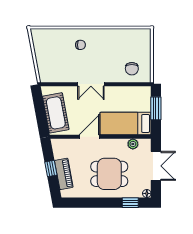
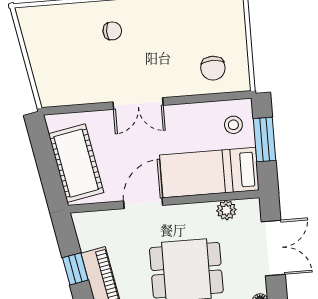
stool: (140, 99) -> (233, 125), added

